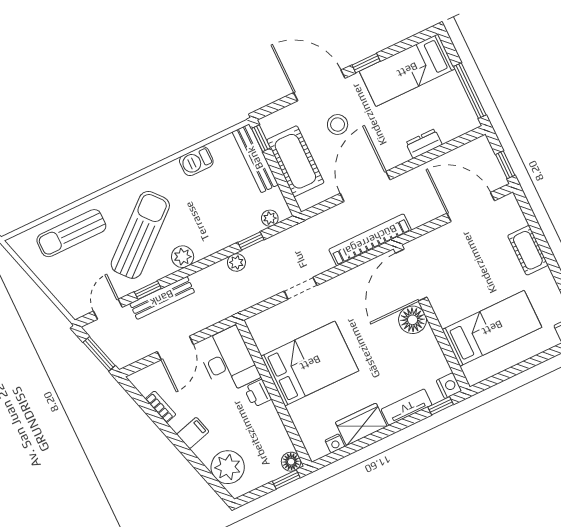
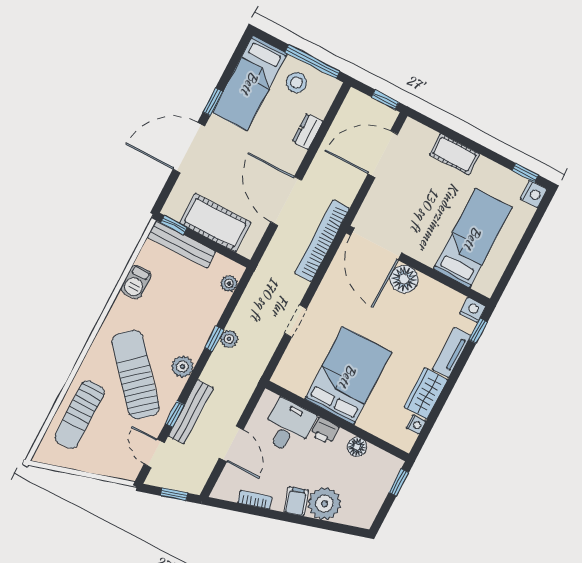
stool: (338, 125) -> (296, 83), moved
window: (251, 241) -> (214, 339), moved
window: (99, 354) -> (174, 494), width x0.67
desk: (228, 361) -> (288, 426), width x0.73
floor lamp: (291, 462) -> (357, 447), moved
plant: (228, 467) -> (325, 504), moved

